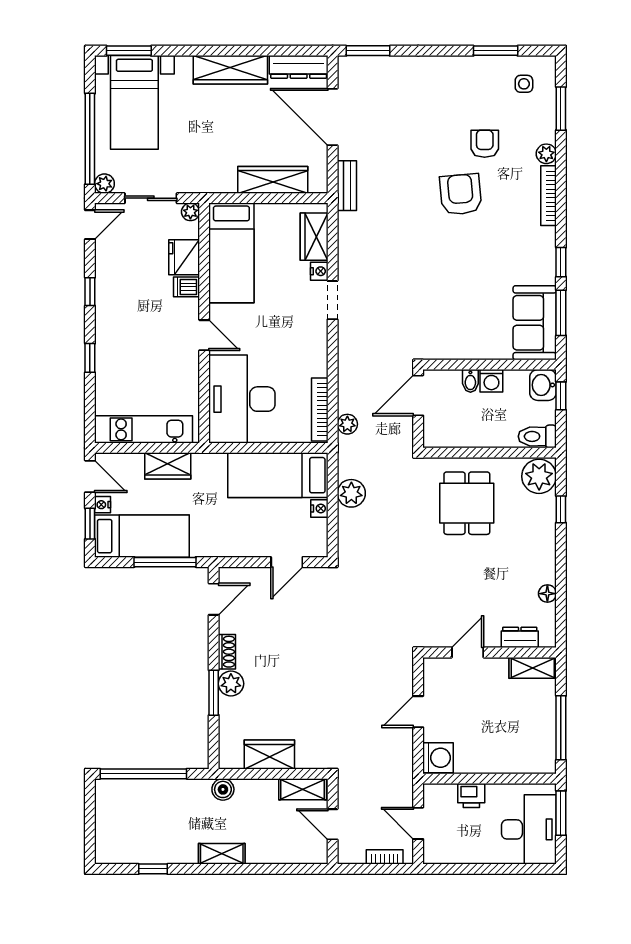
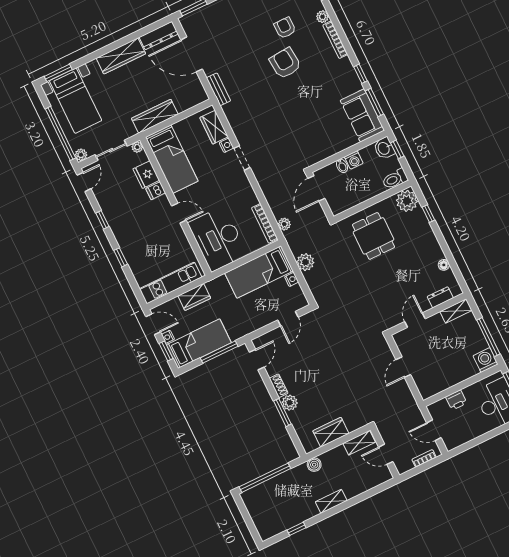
wardrobe: (273, 180) -> (155, 116), moved
washing machine: (438, 758) -> (486, 360), moved, turned -90

